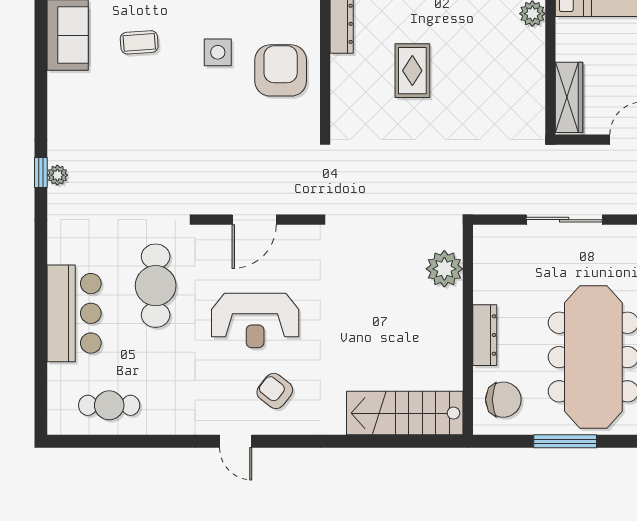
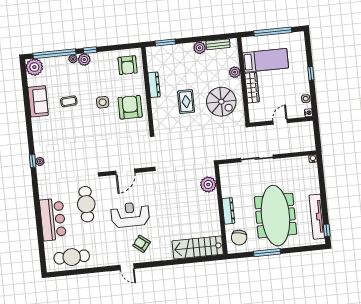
spiral stairs: (494, 79) -> (221, 102), added
wardrobe: (569, 97) -> (252, 88), moved
reception desk: (255, 320) -> (130, 215), turned 180
chair: (503, 400) -> (239, 238), turned 101
cafe table: (109, 405) -> (72, 257), width x1.37, depth x1.35

